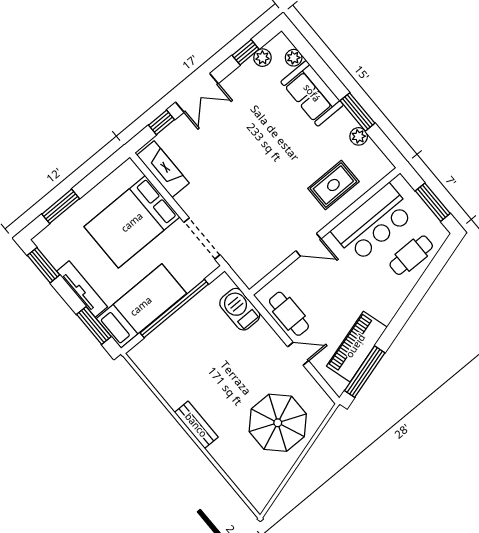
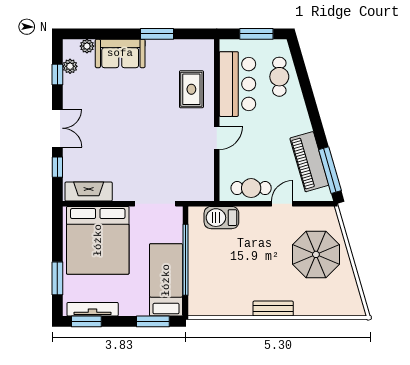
plant: (359, 136) -> (173, 47), removed
bed: (132, 222) -> (98, 240), width x1.36
tv unit: (82, 289) -> (93, 309), moved

